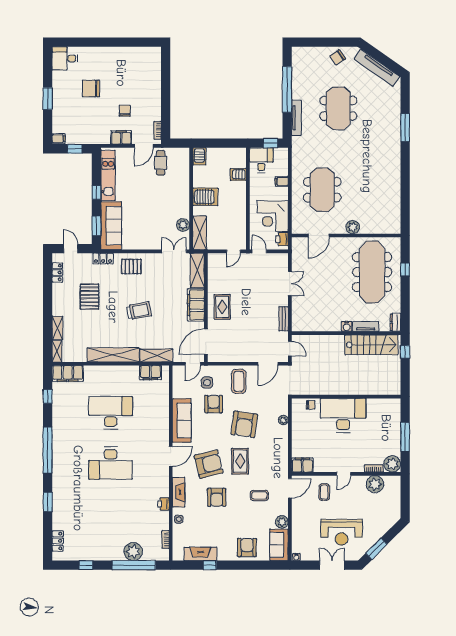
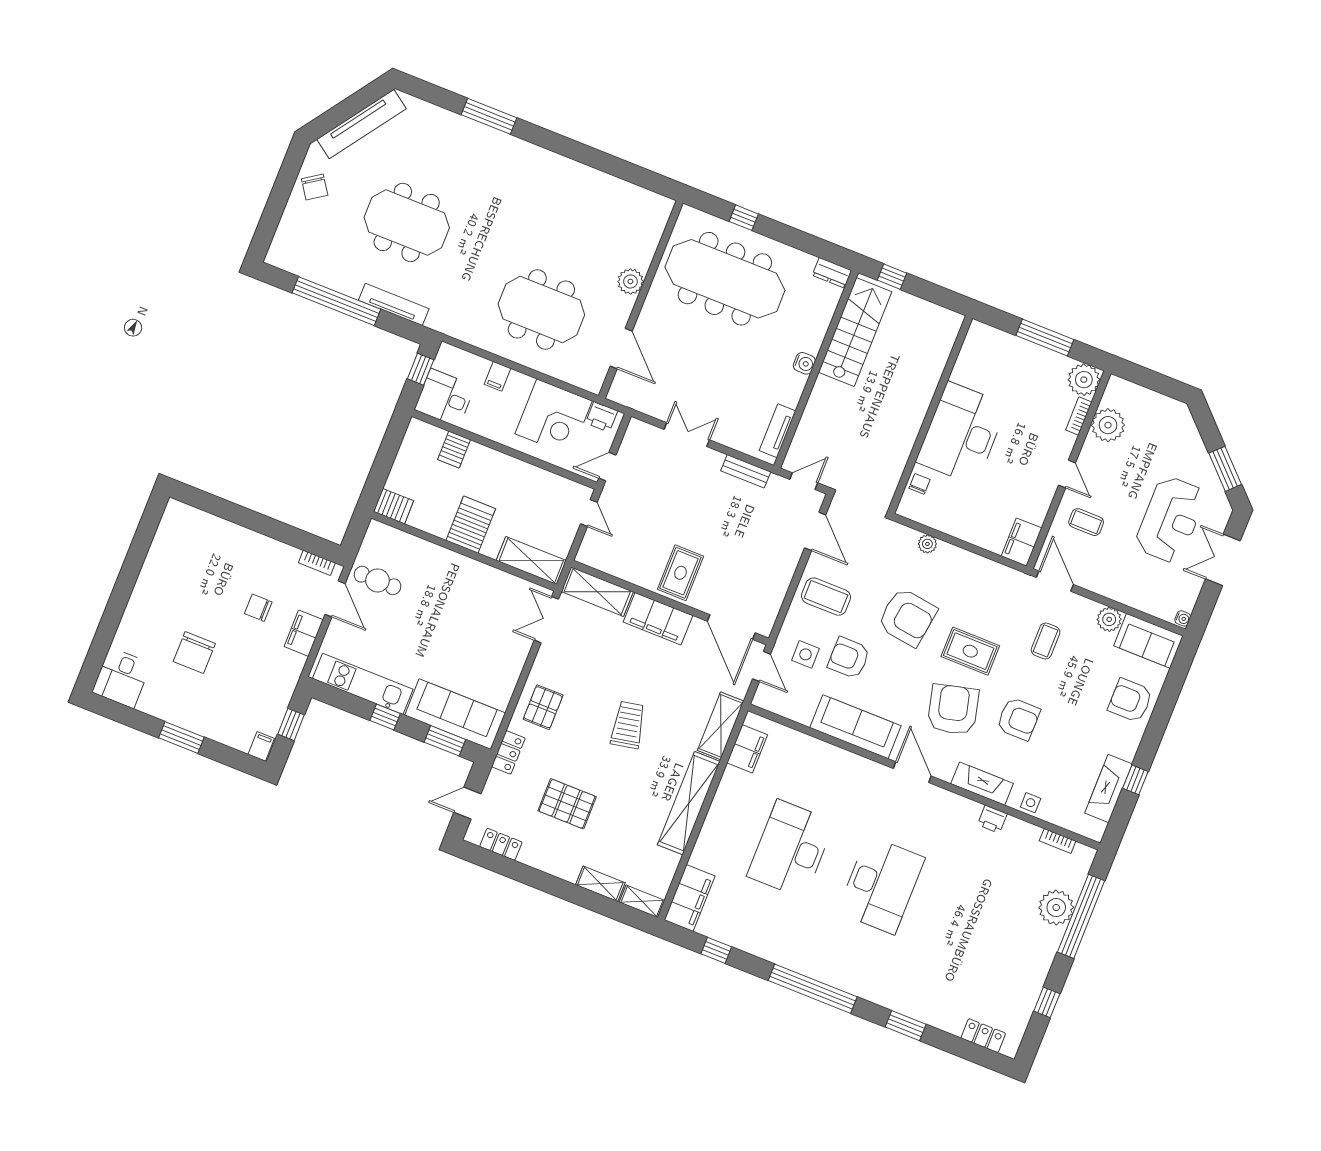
plant: (183, 225) -> (505, 585), removed
rug: (222, 307) -> (680, 573), turned 90
tv unit: (366, 326) -> (778, 431), moved

